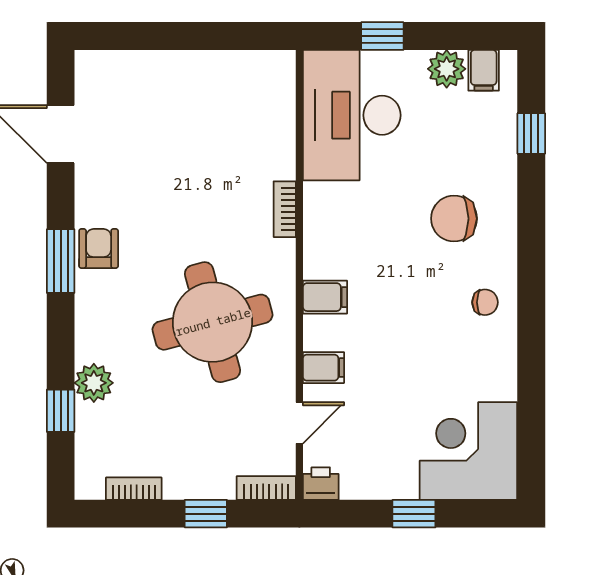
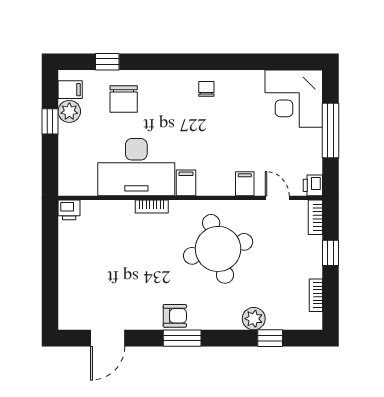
window: (382, 36) -> (50, 121), moved
printer: (279, 69) -> (69, 210), added
desk: (352, 115) -> (136, 167), moved
chair: (454, 219) -> (124, 99), moved
armchair: (99, 248) -> (175, 316), turned 180
filing cabinet: (325, 297) -> (186, 183), moved
window: (414, 514) -> (331, 131), width x2.17

